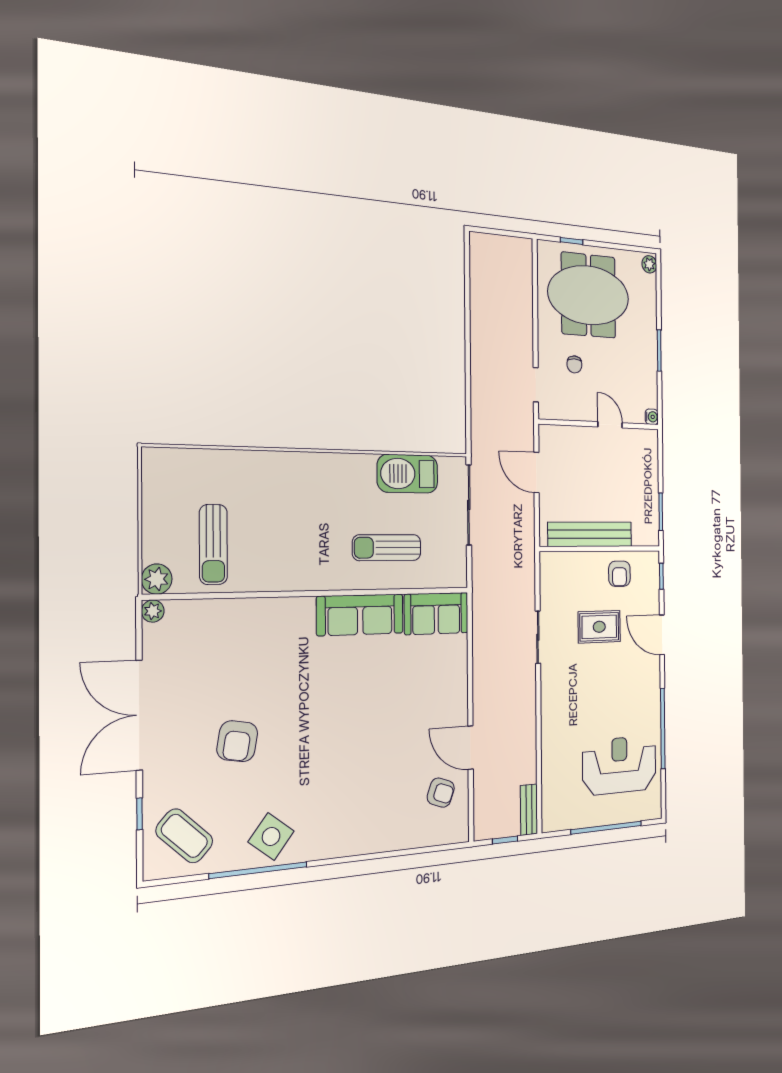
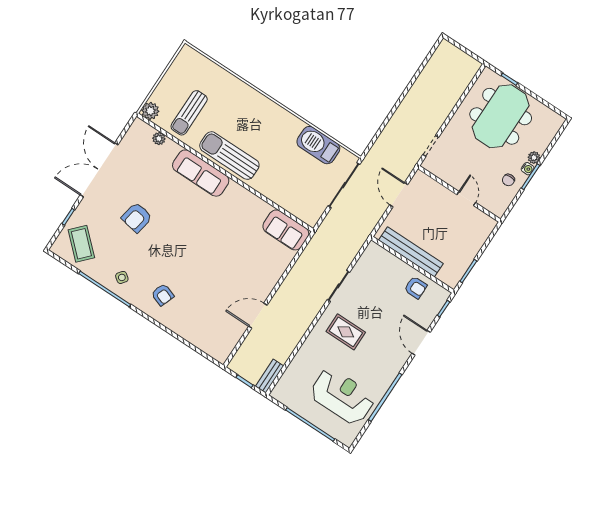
plant: (649, 264) -> (534, 158), moved
meeting table: (589, 295) -> (501, 116), turned 90
chair: (574, 364) -> (508, 180), moved
water cooler: (652, 417) -> (528, 169), moved
sun lounger: (387, 548) -> (229, 156), moved, width x1.36, depth x1.34
armchair: (619, 574) -> (416, 287), turned -90
plant: (153, 611) -> (159, 139), moved
sofa: (360, 615) -> (201, 173), moved
rug: (599, 627) -> (346, 332), moved
door: (471, 748) -> (258, 316), hinge flipped
armchair: (441, 793) -> (163, 295), moved
side table: (271, 837) -> (122, 277), width x0.54, depth x0.54

